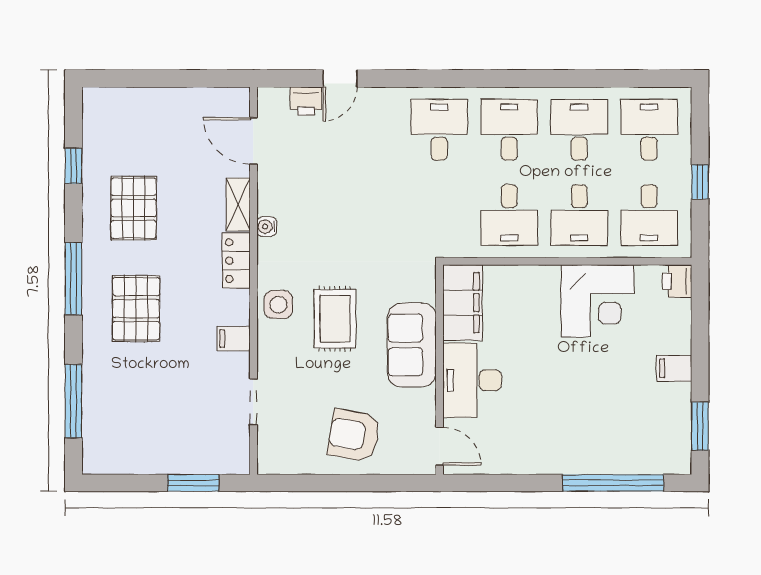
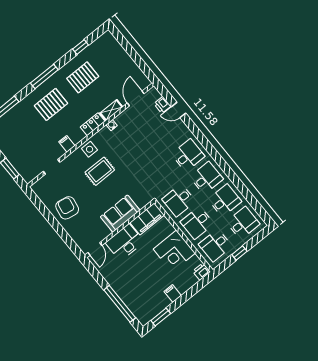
filing cabinet: (463, 303) -> (147, 219), moved
sofa: (412, 345) -> (120, 214), moved
wall: (439, 370) -> (120, 229), moved
desk: (472, 380) -> (125, 242), moved
door: (439, 446) -> (95, 249), moved

